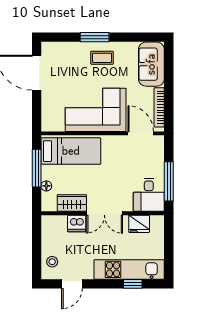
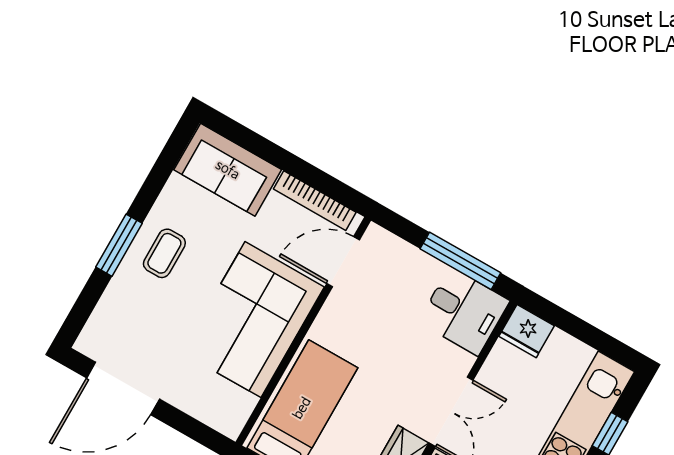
fridge: (139, 224) -> (527, 331), moved, turned 90

